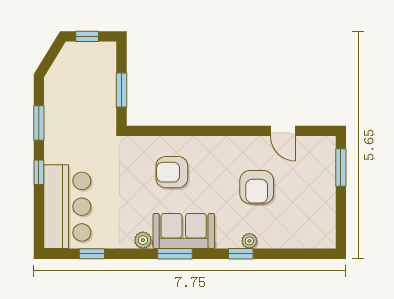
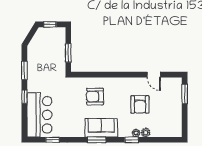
plant: (143, 240) -> (146, 133), moved

